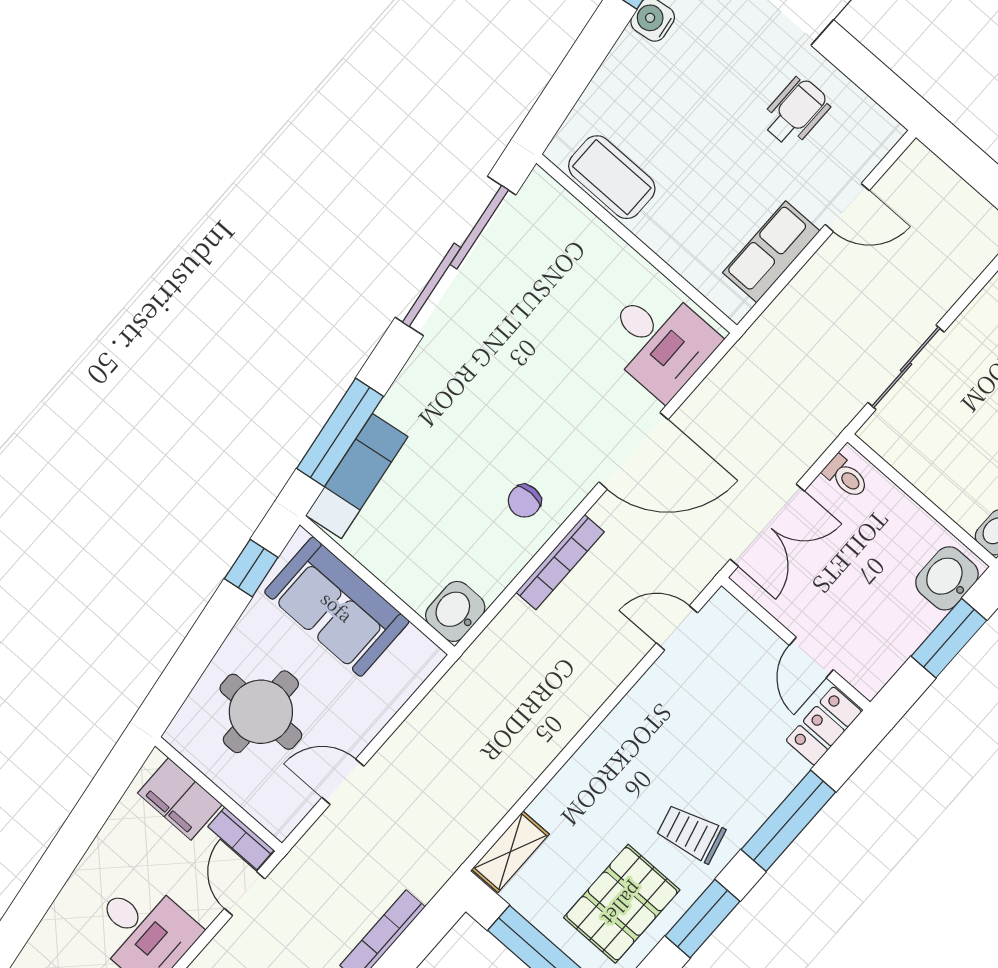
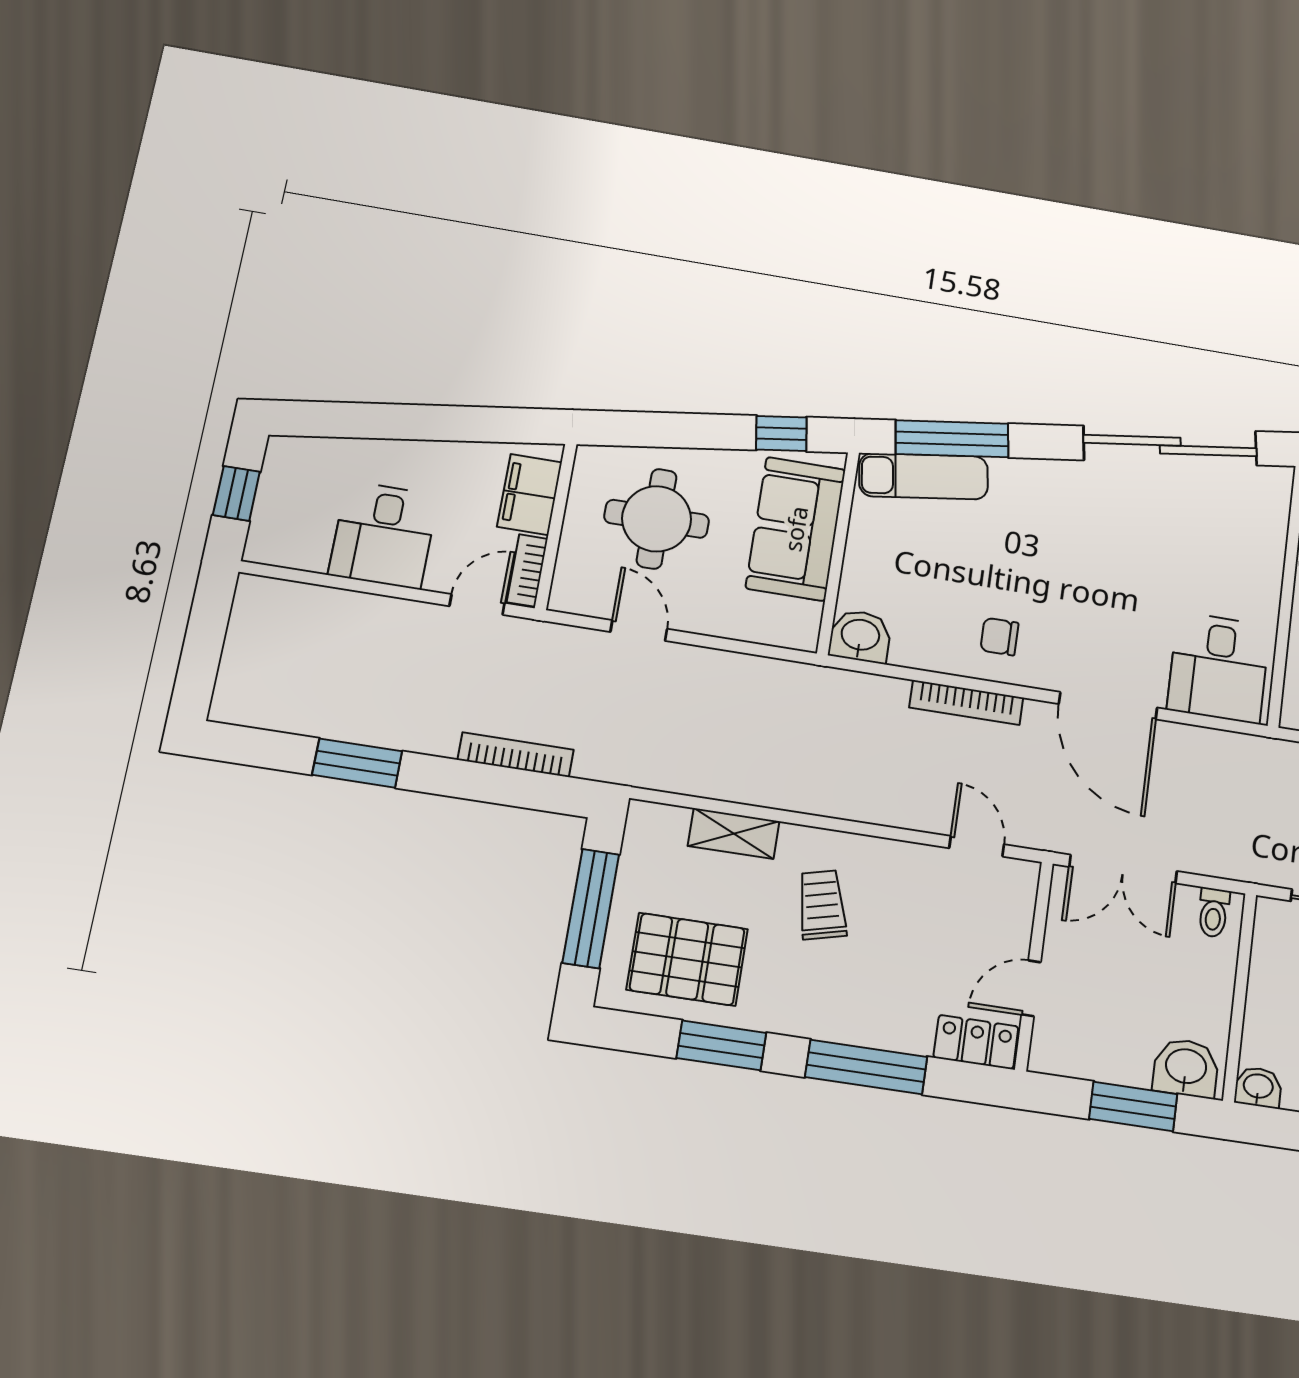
trolley: (691, 833) -> (822, 905), moved
shelving: (510, 852) -> (734, 834), moved

